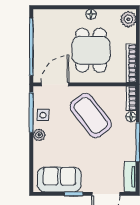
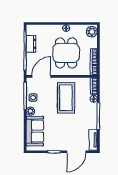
dresser: (40, 37) -> (31, 44), added
coffee table: (91, 115) -> (66, 98), turned 38
sofa: (59, 180) -> (35, 131), moved, turned 90

